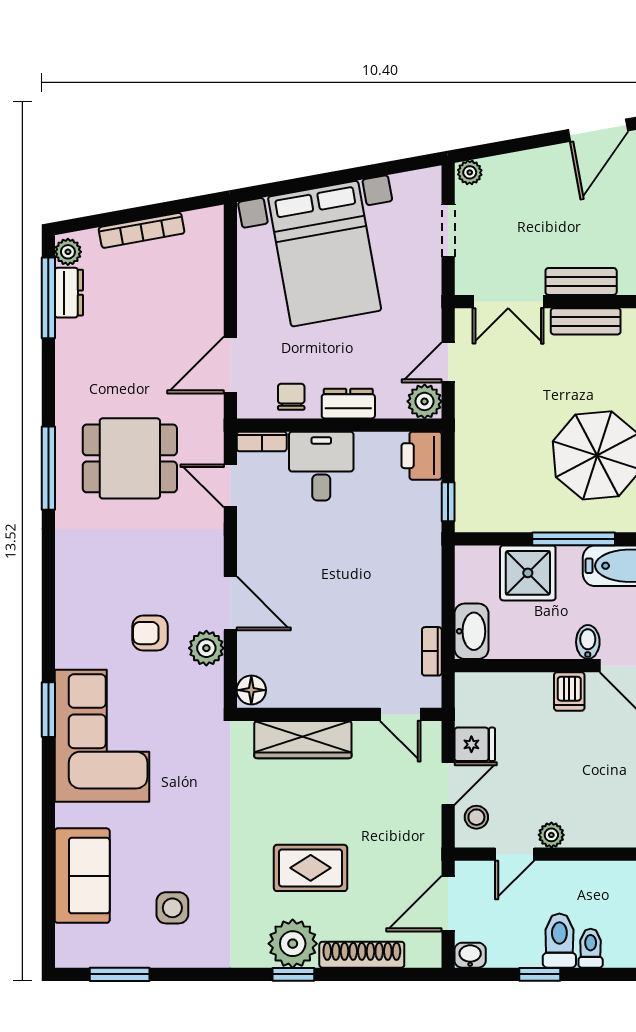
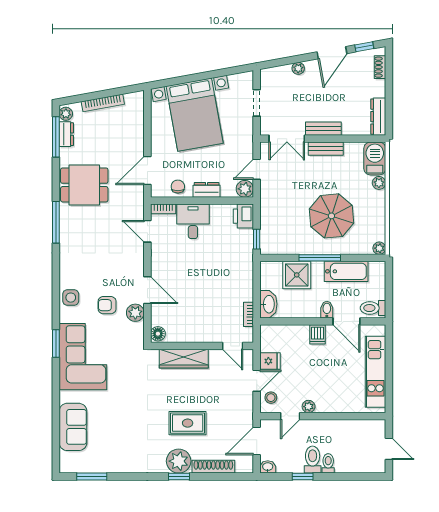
plant: (470, 172) -> (298, 68), moved
dining table: (130, 458) -> (84, 185), moved
side table: (172, 908) -> (71, 298), moved

